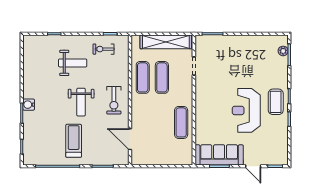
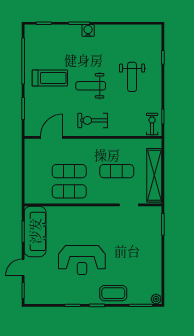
exercise bike: (104, 49) -> (152, 124), moved
plant: (283, 51) -> (156, 299), moved
exercise mat: (143, 77) -> (69, 171), moved
coffee table: (276, 102) -> (113, 293), moved
reception desk: (246, 110) -> (82, 260), turned 180

